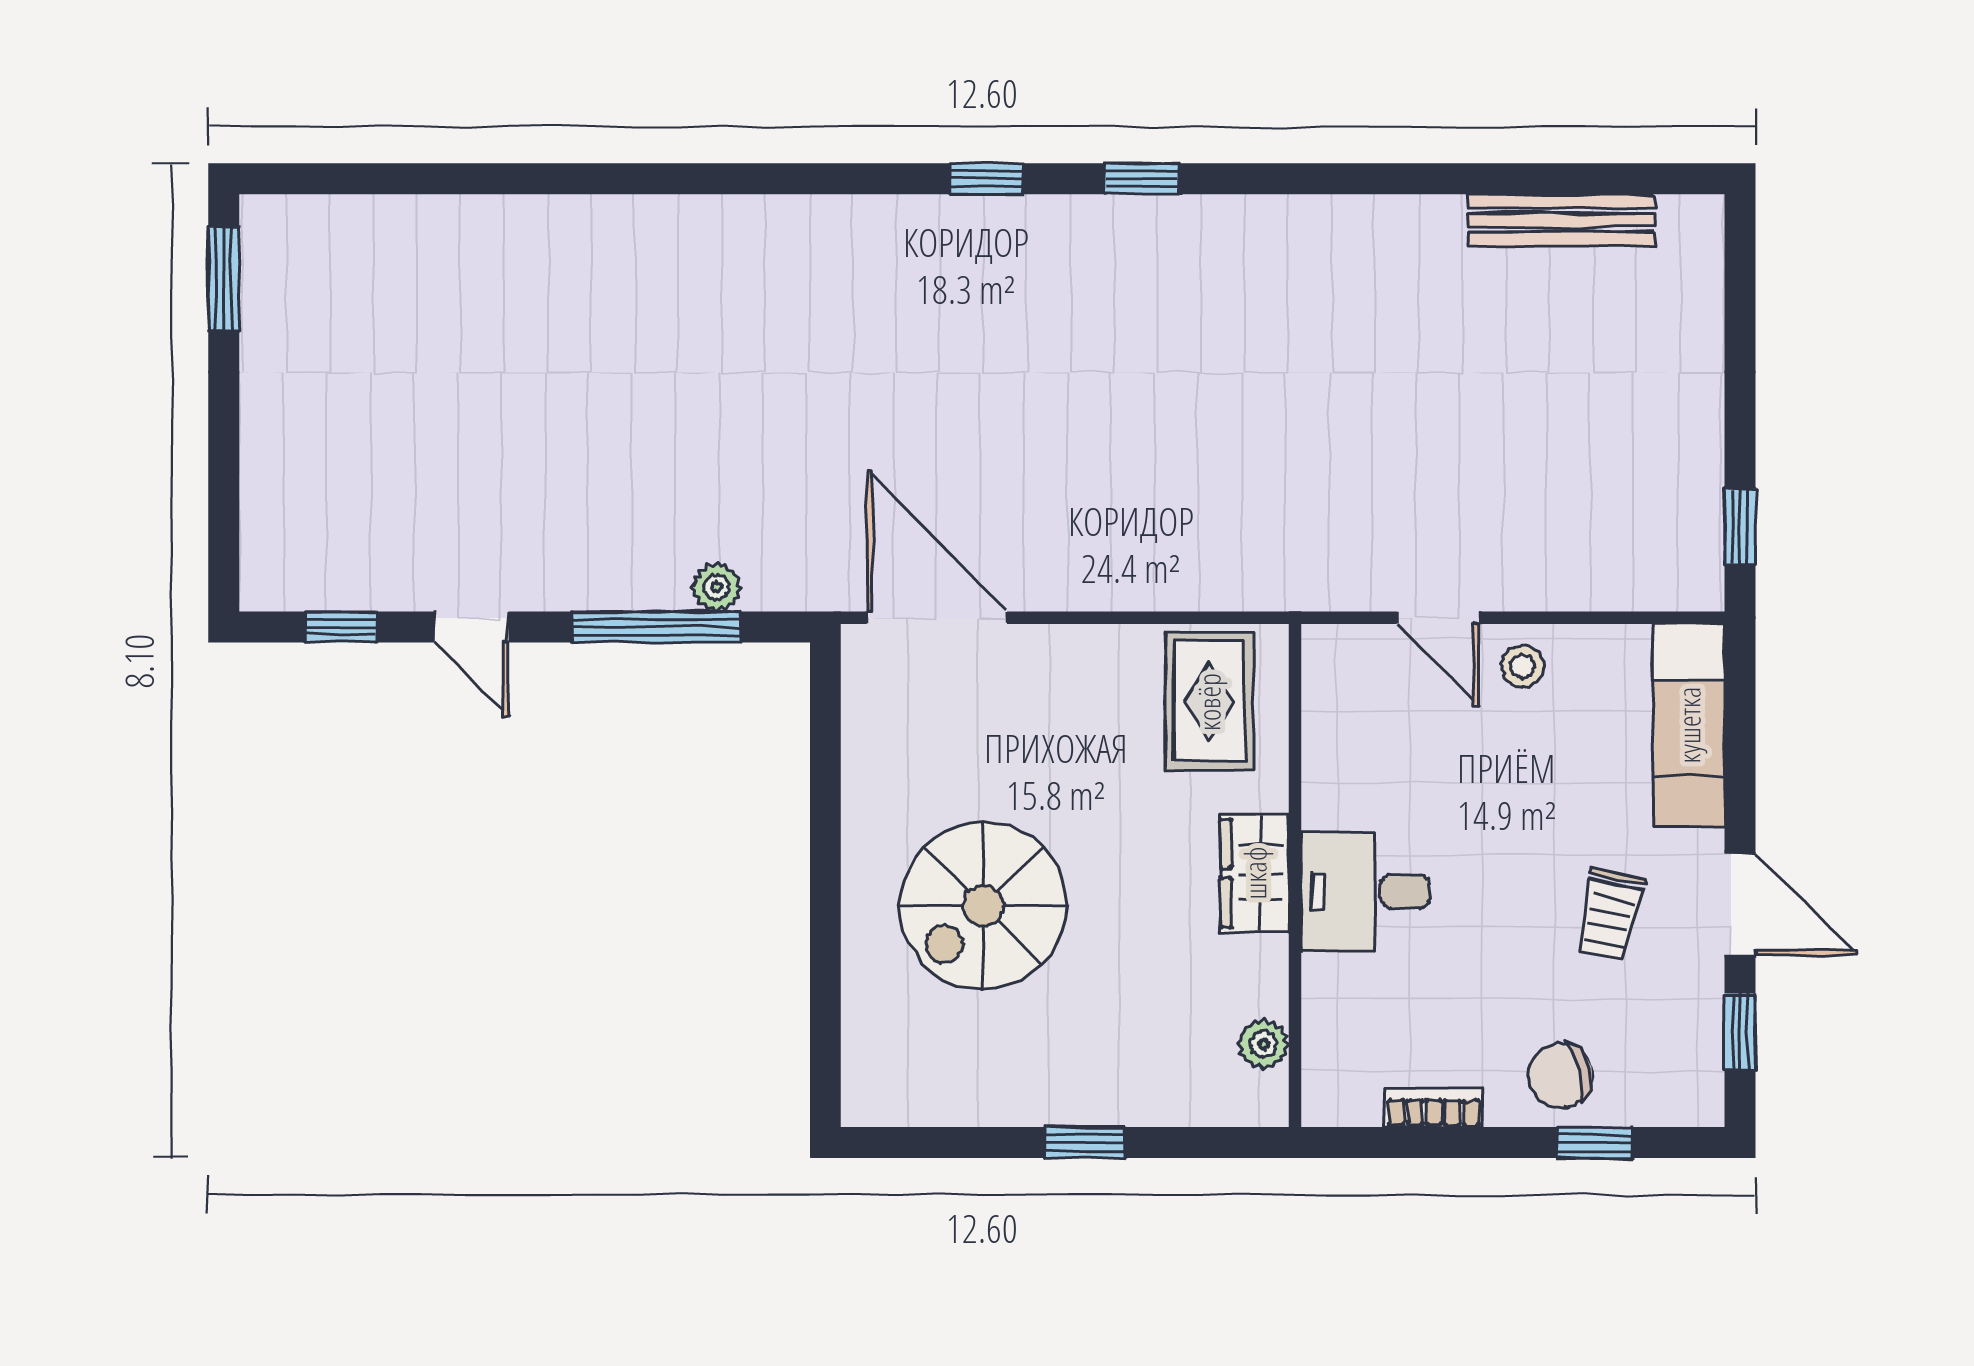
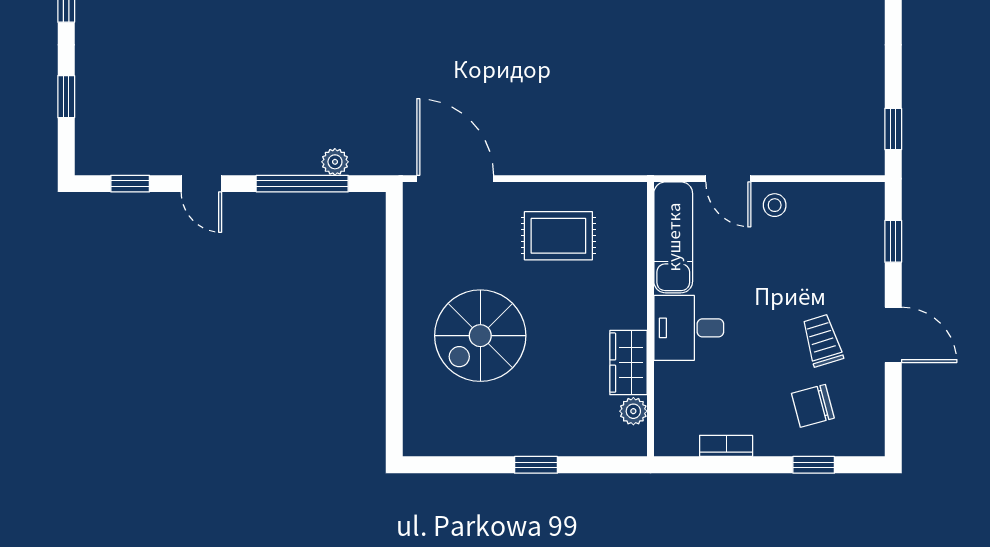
window: (224, 467) -> (66, 97), added
rug: (1209, 702) -> (558, 236), moved, turned 90
exam couch: (1689, 725) -> (673, 237), moved, turned 180
wardrobe: (1255, 873) -> (628, 363), moved
trolley: (1610, 915) -> (822, 341), turned 151
window: (1740, 1032) -> (893, 241), moved
chair: (1560, 1076) -> (813, 406), moved

